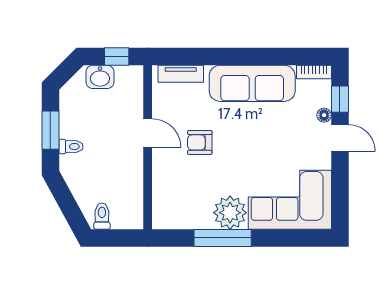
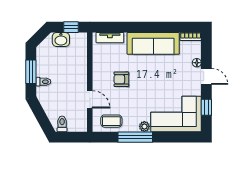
window: (340, 99) -> (206, 107), moved
door: (148, 133) -> (90, 99), moved
coffee table: (183, 211) -> (111, 121), added
plant: (230, 213) -> (144, 126), width x0.53, depth x0.53

